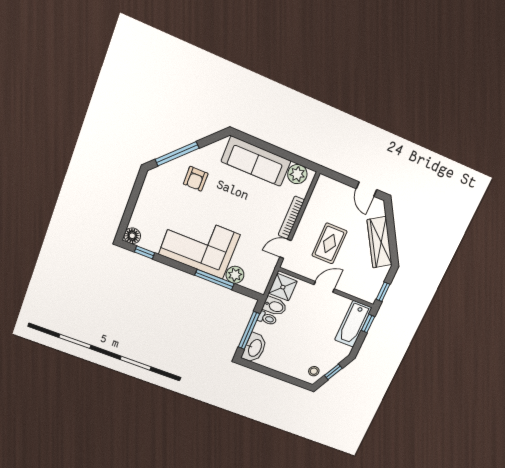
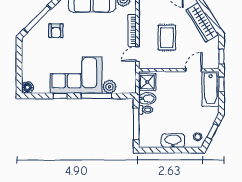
window: (145, 252) -> (60, 96), moved
door: (324, 287) -> (194, 70), moved
washbasin: (254, 348) -> (173, 141), moved, turned -90

